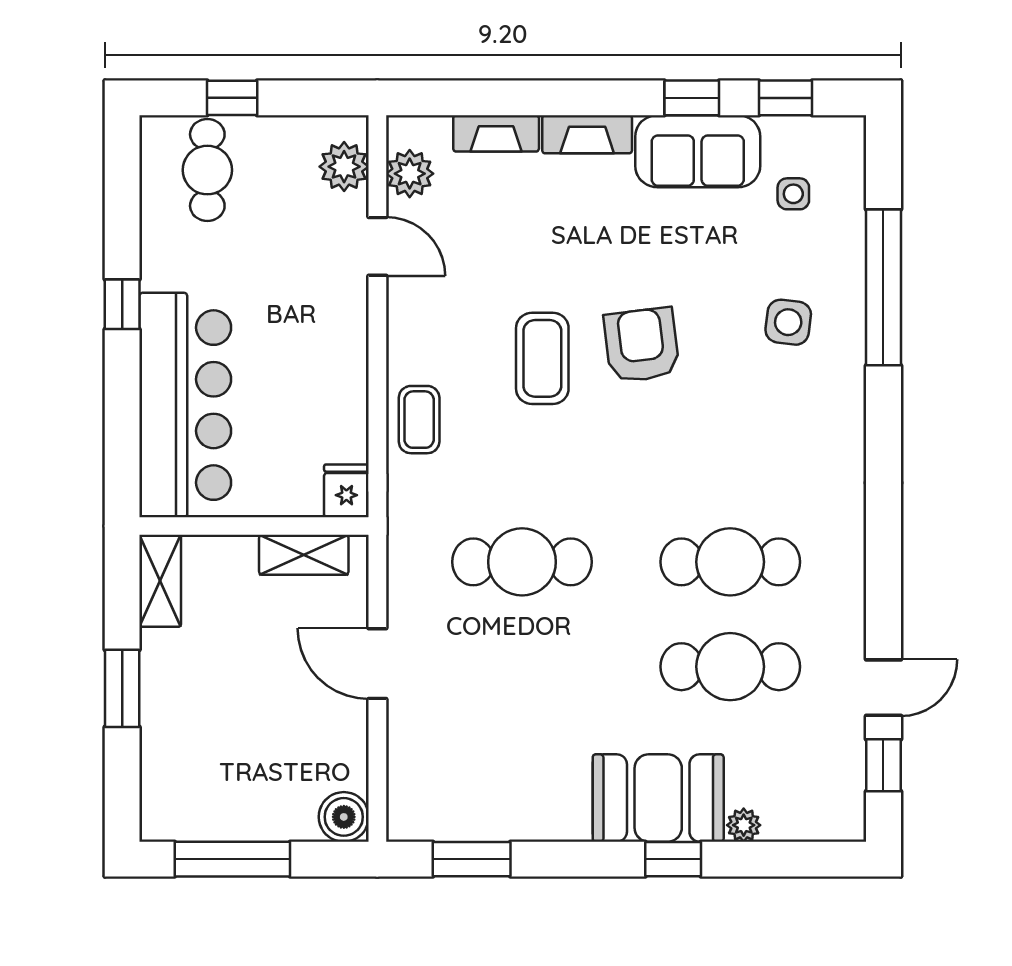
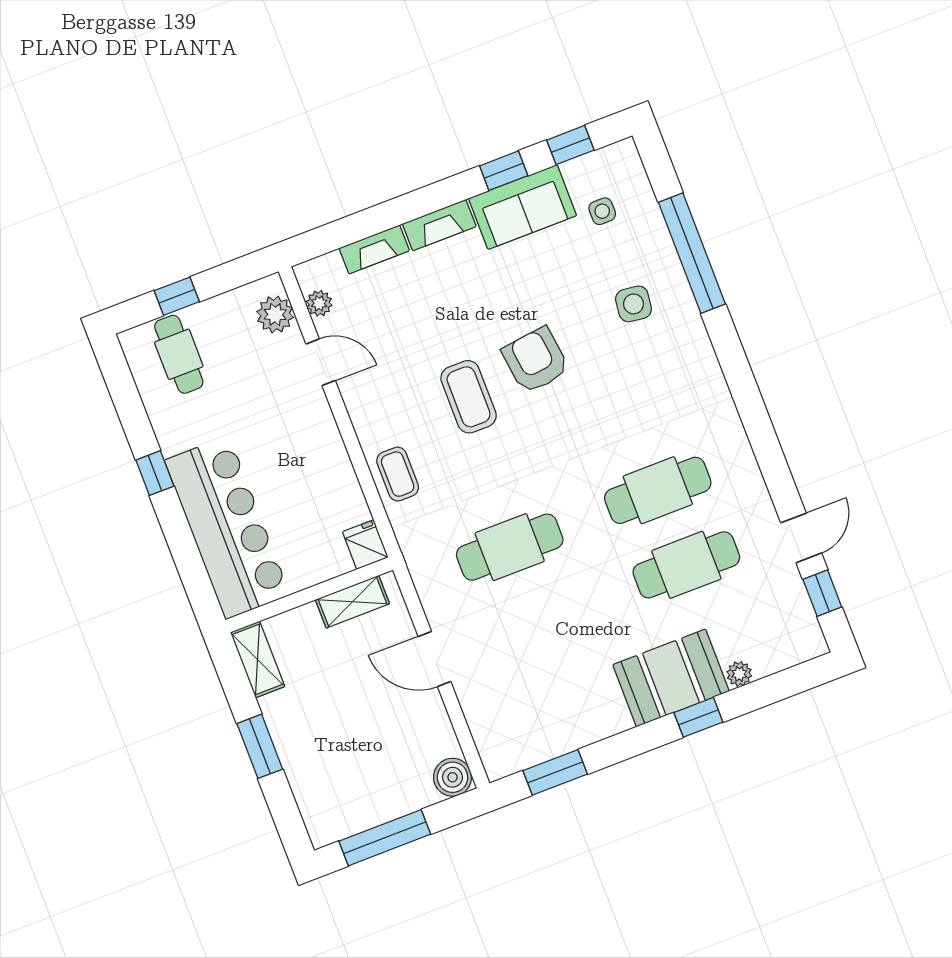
plant: (410, 174) -> (319, 303), width x0.73, depth x0.73

